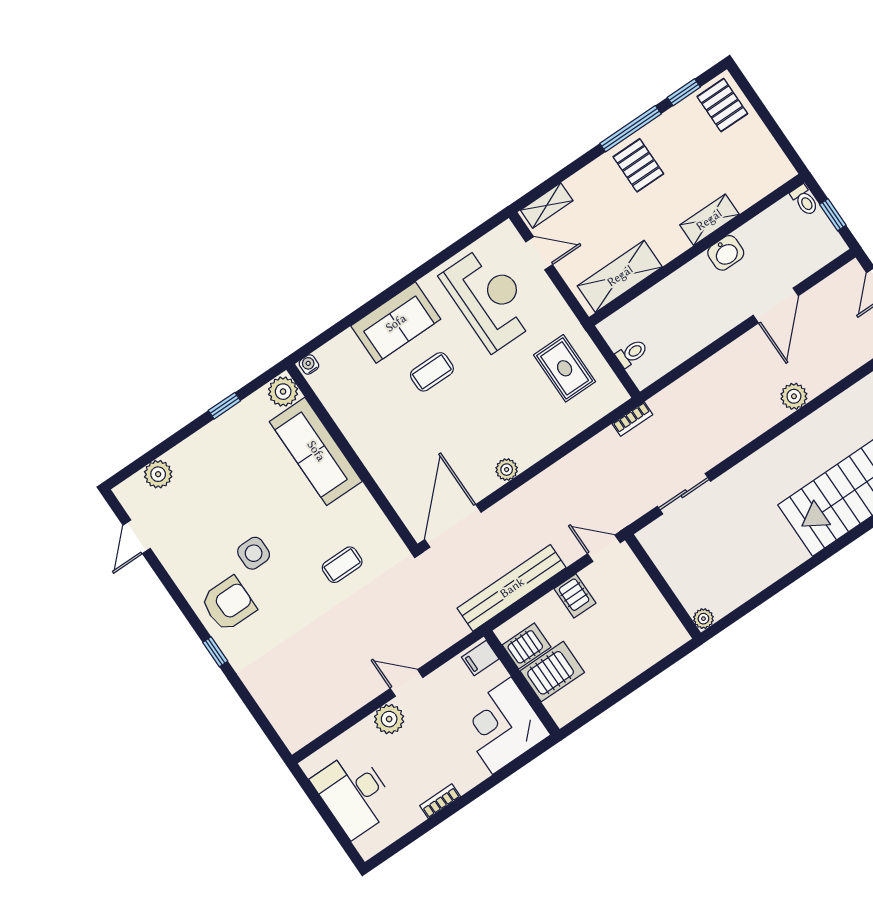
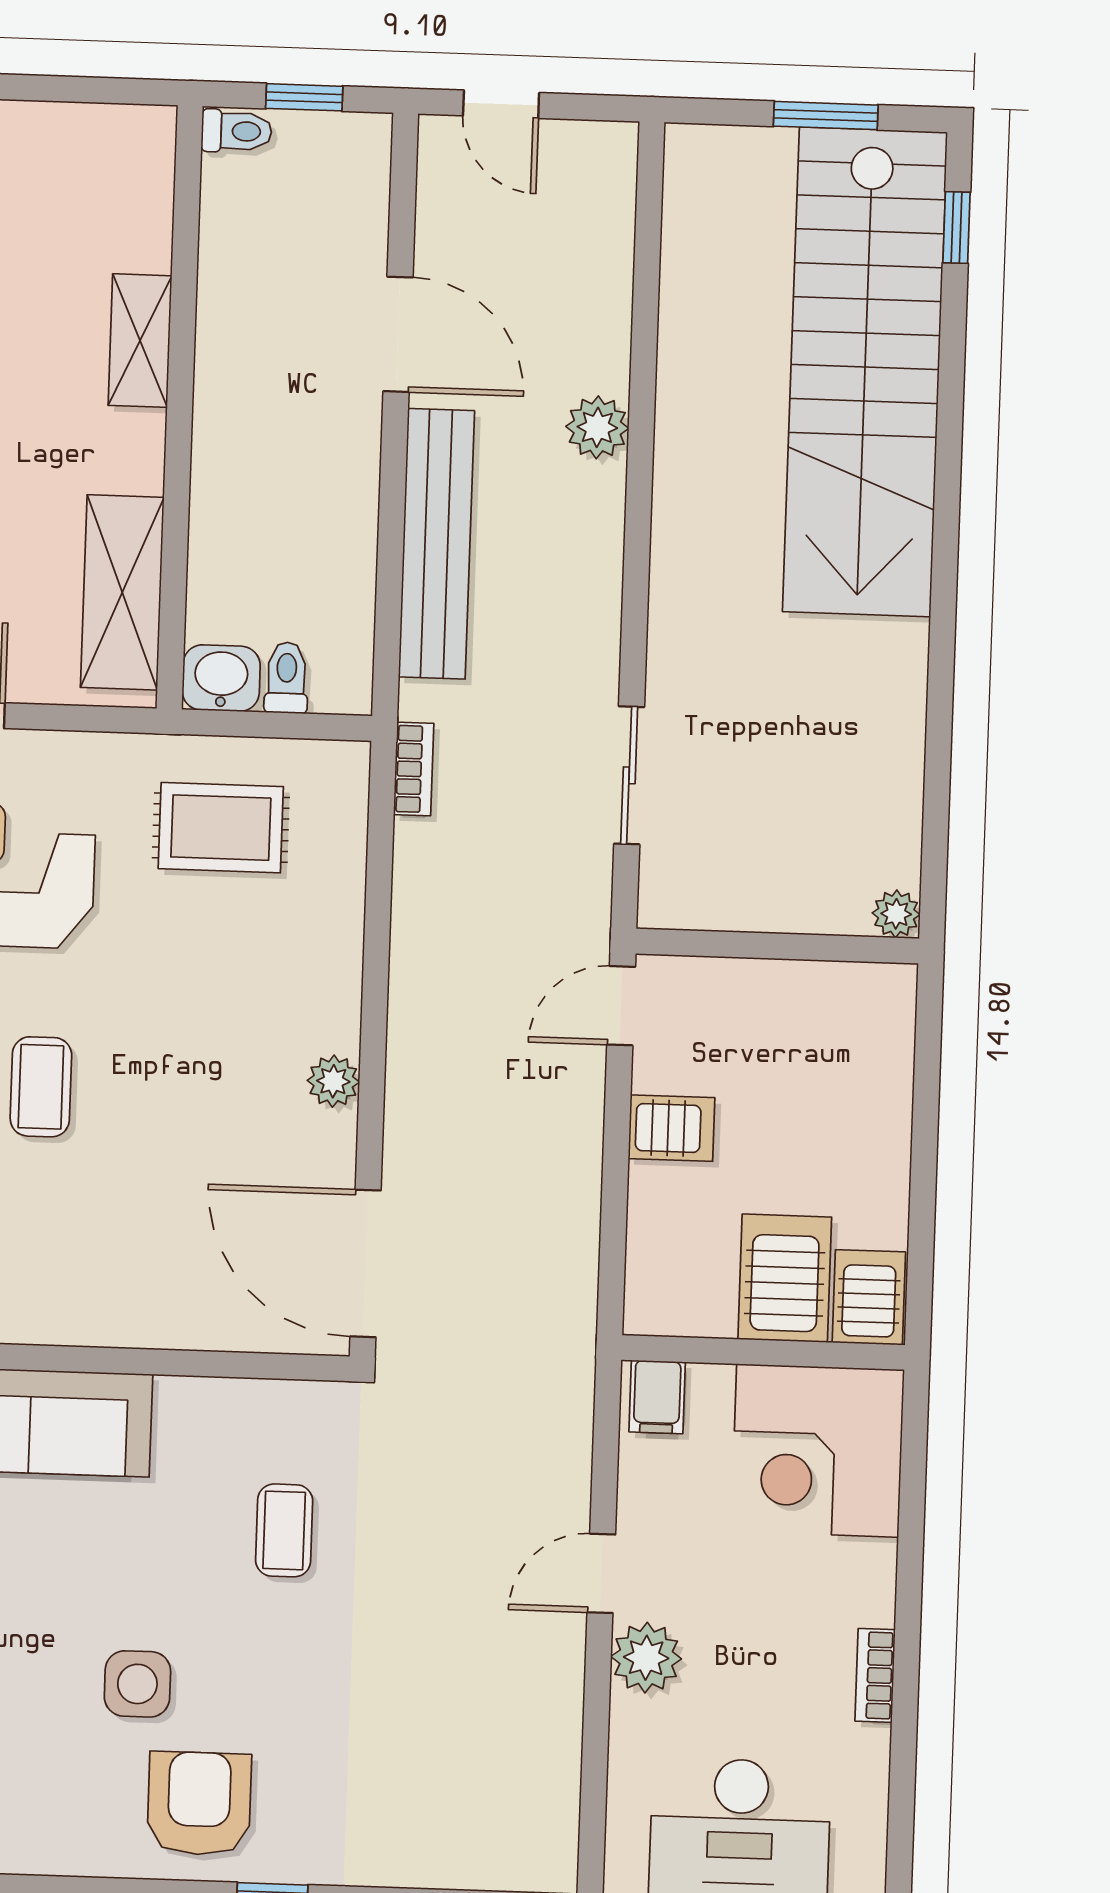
washbasin: (726, 253) -> (221, 678), moved, turned -90
bench: (512, 588) -> (436, 544), moved
server rack: (527, 646) -> (869, 1297), moved

